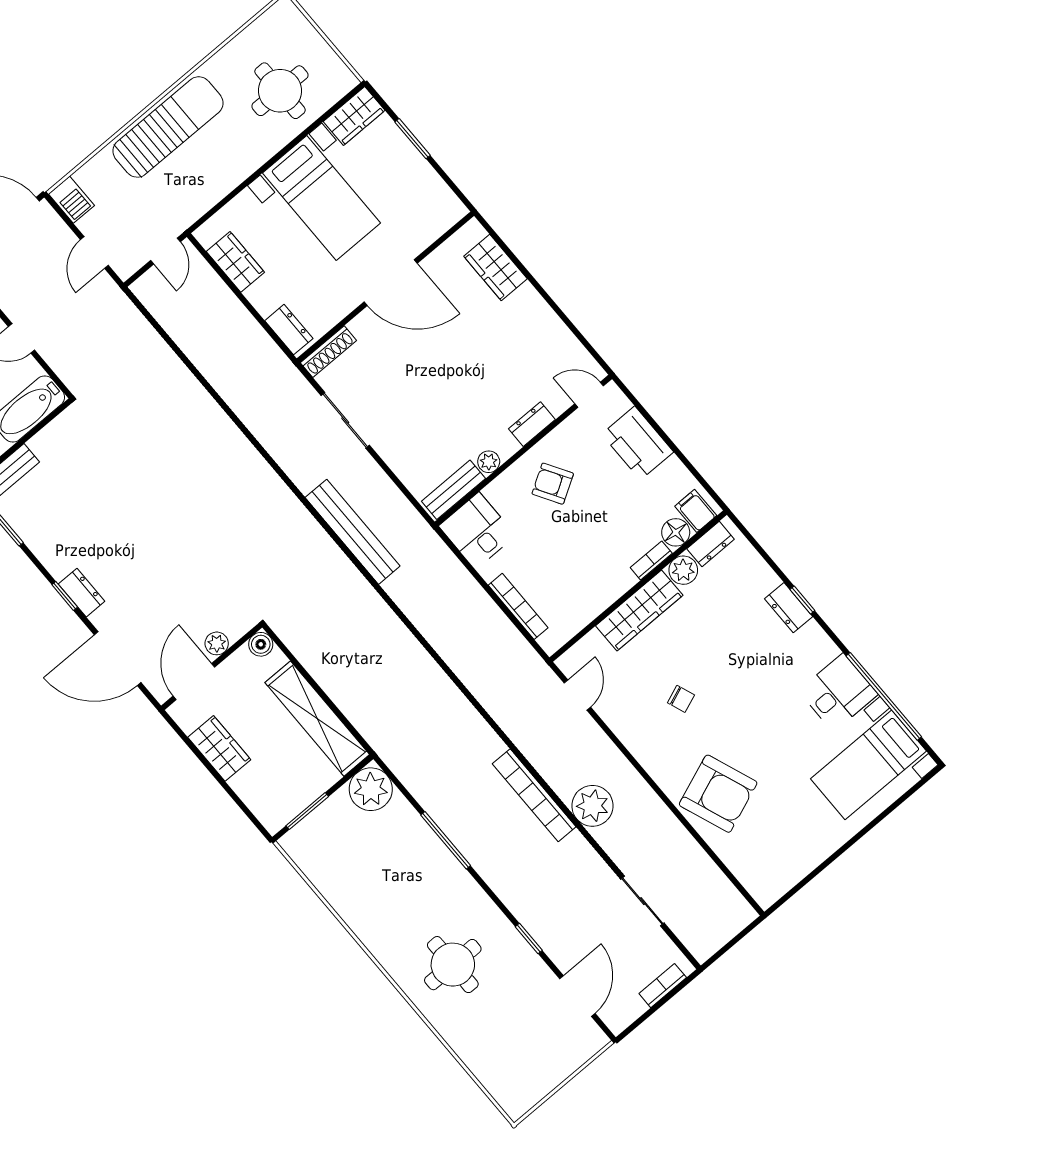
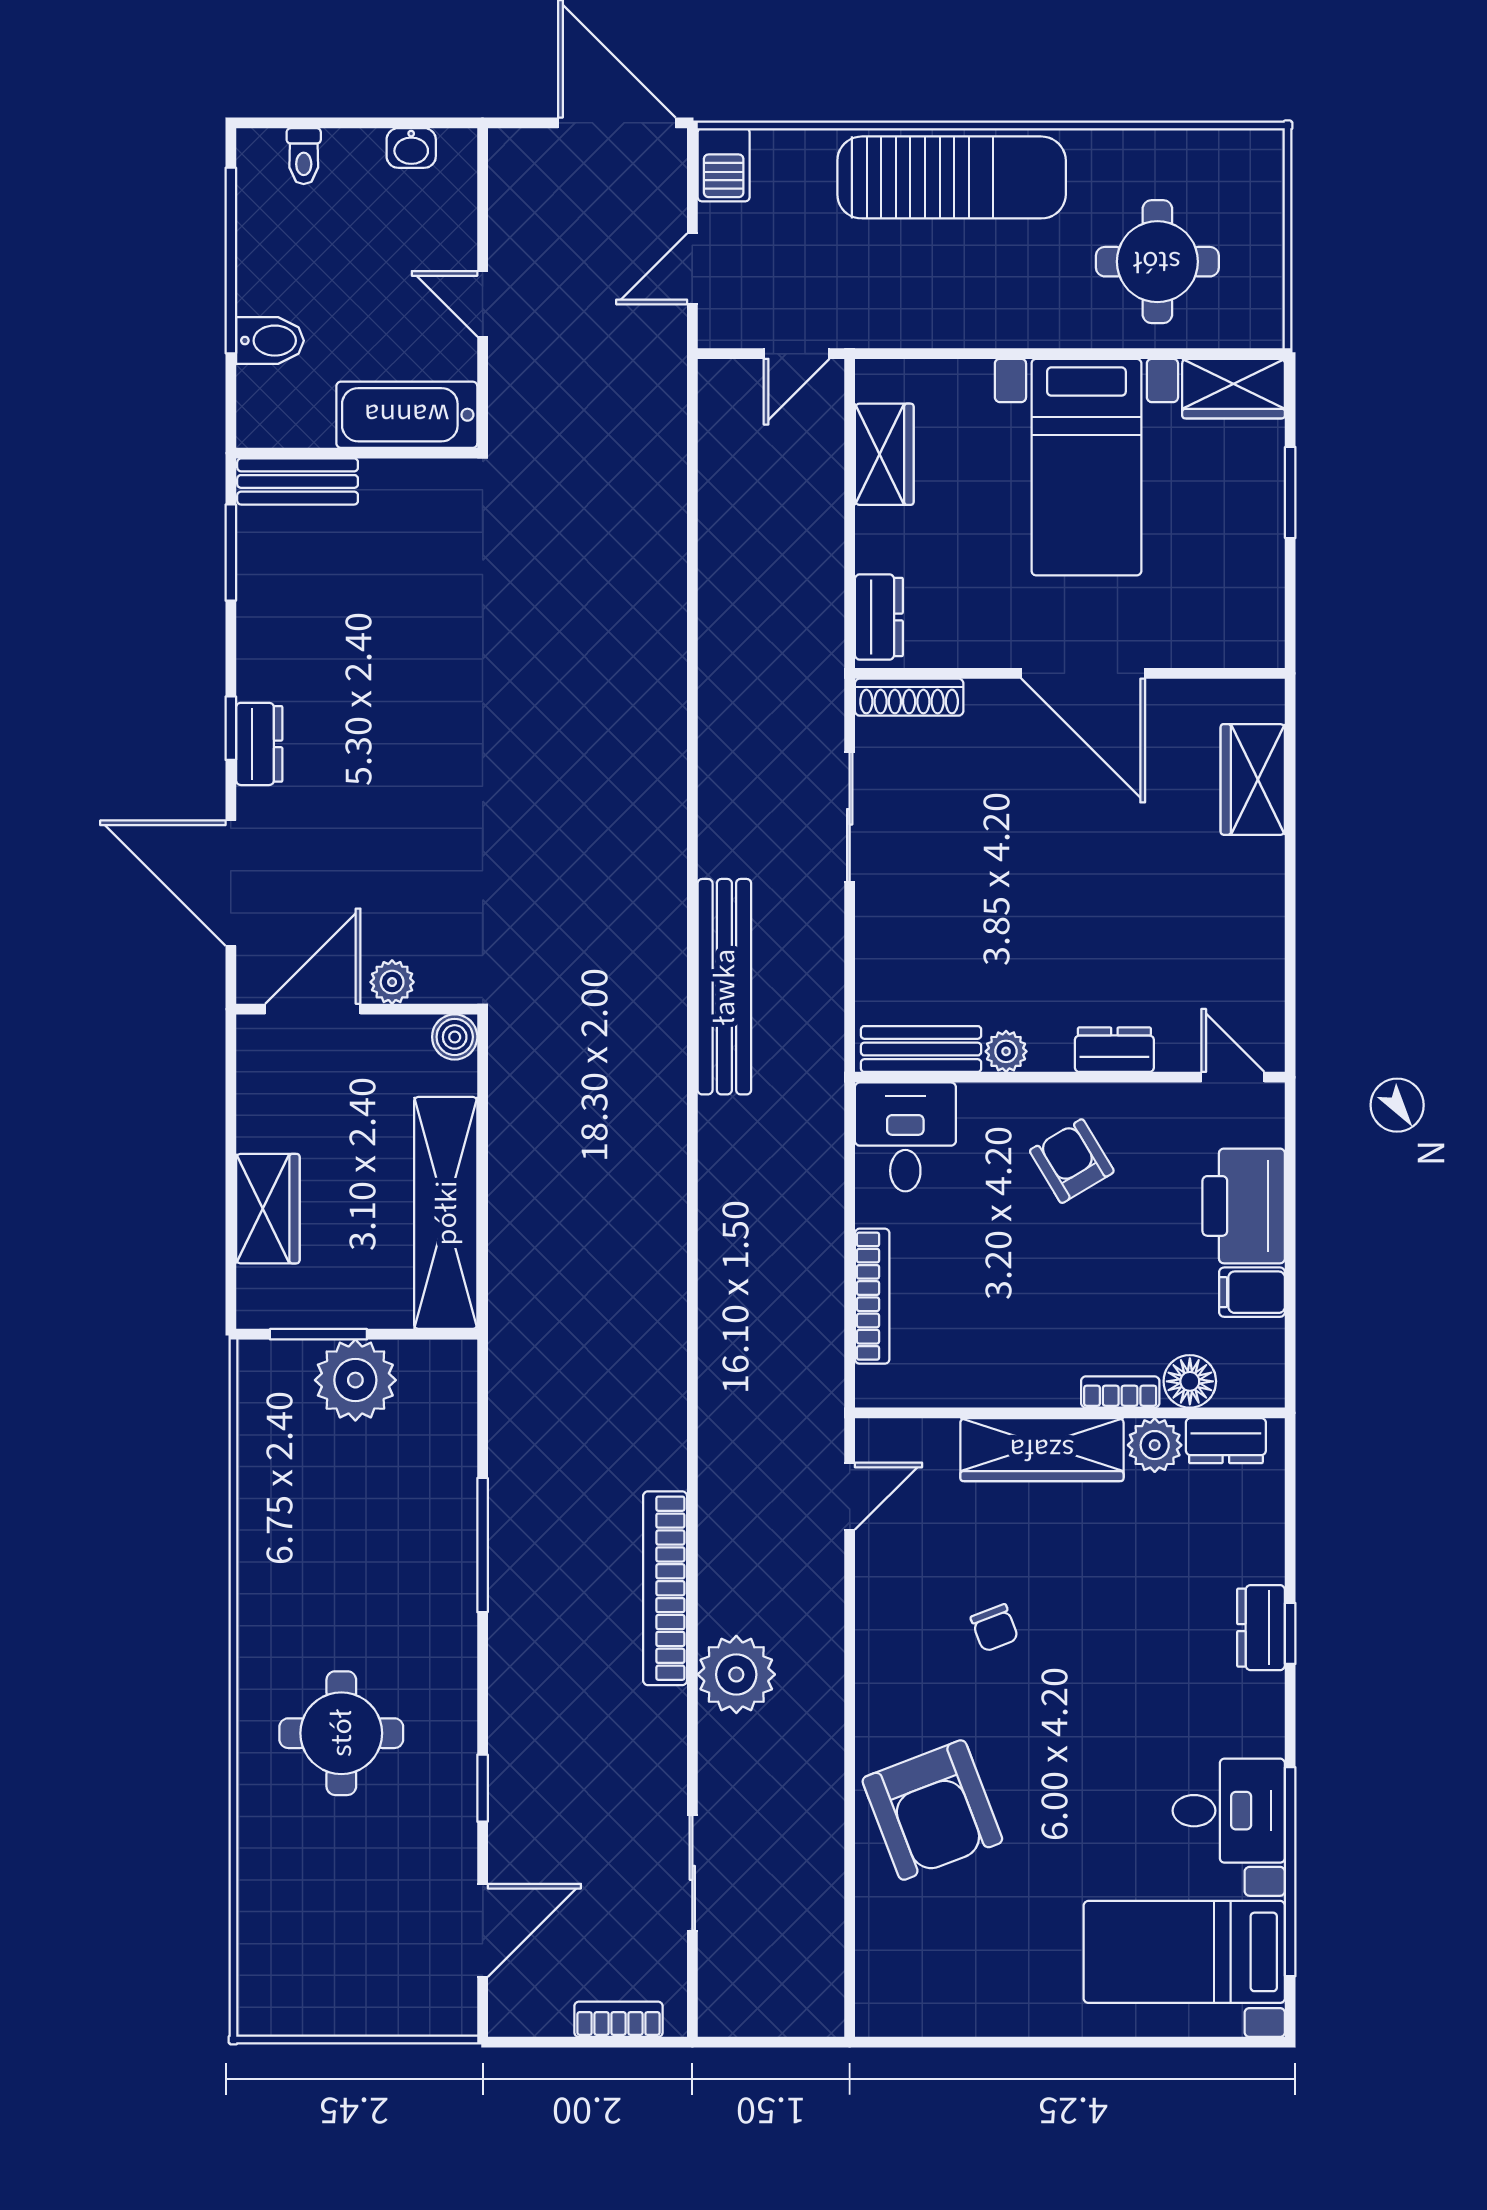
filing cabinet: (696, 511) -> (1252, 1292), moved, turned -90
wardrobe: (219, 748) -> (268, 1209), moved
plant: (371, 789) -> (355, 1380), moved

